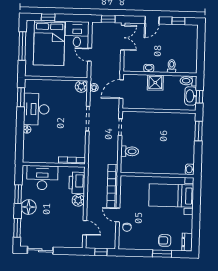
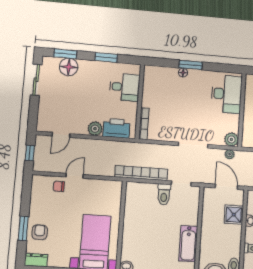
shower: (155, 83) -> (234, 215), moved
window: (21, 97) -> (191, 65), moved
desk: (36, 109) -> (227, 94), moved, turned 90
bathtub: (170, 119) -> (188, 244), added
toilet: (130, 151) -> (164, 194), moved
desk: (42, 178) -> (125, 87), width x0.73
bookcase: (112, 186) -> (141, 173), moved
floor lamp: (29, 207) -> (69, 67), moved

